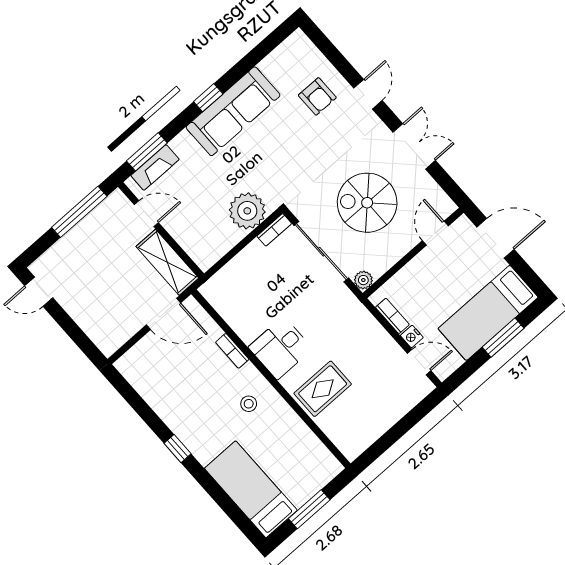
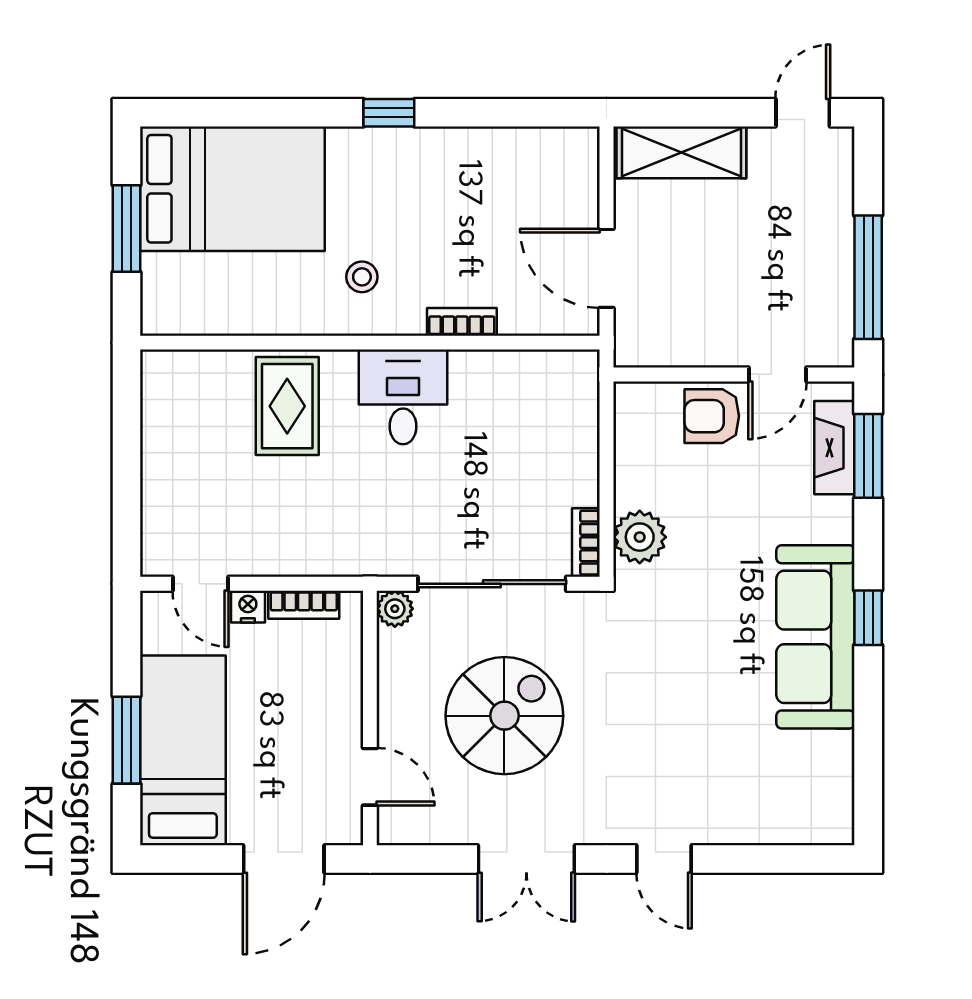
armchair: (317, 96) -> (712, 416), moved
plant: (247, 211) -> (640, 537), width x0.73, depth x0.73
shelving: (167, 262) -> (681, 152), moved
door: (163, 314) -> (606, 268), hinge flipped
door: (419, 362) -> (200, 584), hinge flipped
bed: (251, 489) -> (232, 189), width x1.50

